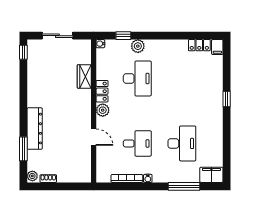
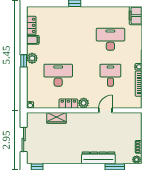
window: (123, 36) -> (24, 61), moved
plant: (138, 46) -> (32, 58), moved
filing cabinet: (217, 47) -> (33, 40), moved

